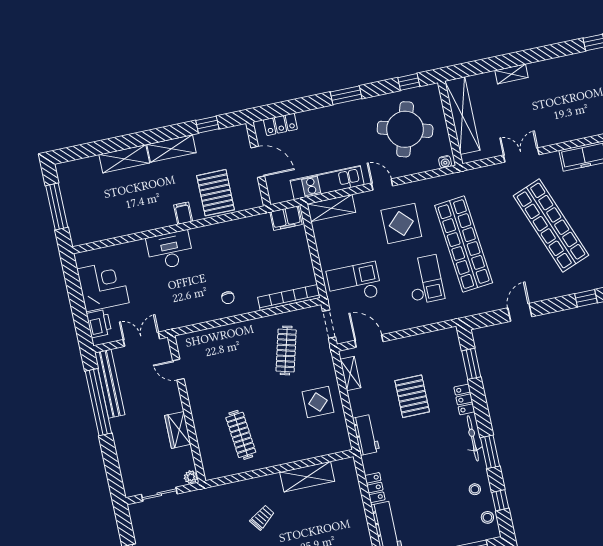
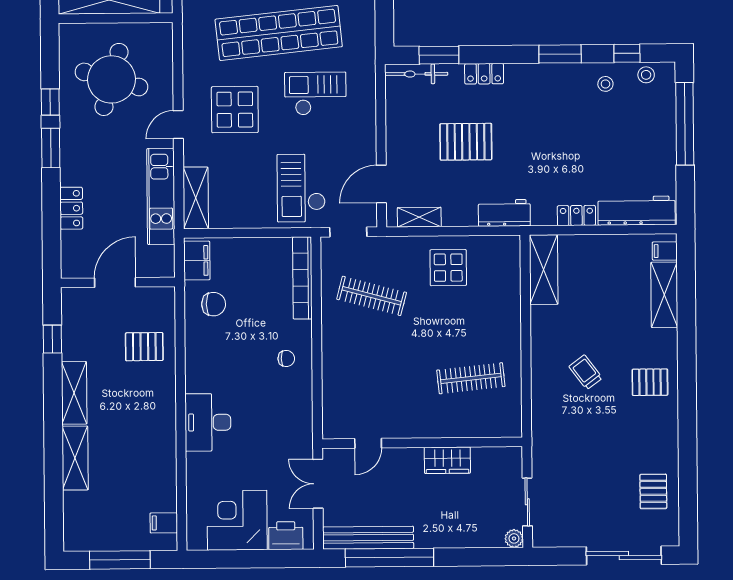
window: (409, 82) -> (50, 102), moved
locker: (280, 124) -> (71, 208), moved
water cooler: (445, 162) -> (165, 35), removed
pallet: (216, 193) -> (144, 347), width x0.67, depth x0.71
filing cabinet: (183, 213) -> (164, 523), moved
chair: (257, 237) -> (214, 304), added
bicycle: (473, 438) -> (416, 74), moved
plant: (191, 477) -> (514, 538), moved
shelving: (307, 477) -> (544, 270), moved

